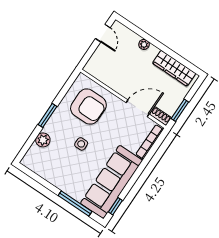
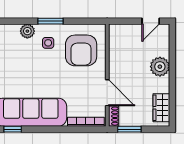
plant: (144, 44) -> (160, 67), width x1.87, depth x1.87
wardrobe: (174, 68) -> (161, 108), width x0.67
side table: (81, 144) -> (48, 43), moved

